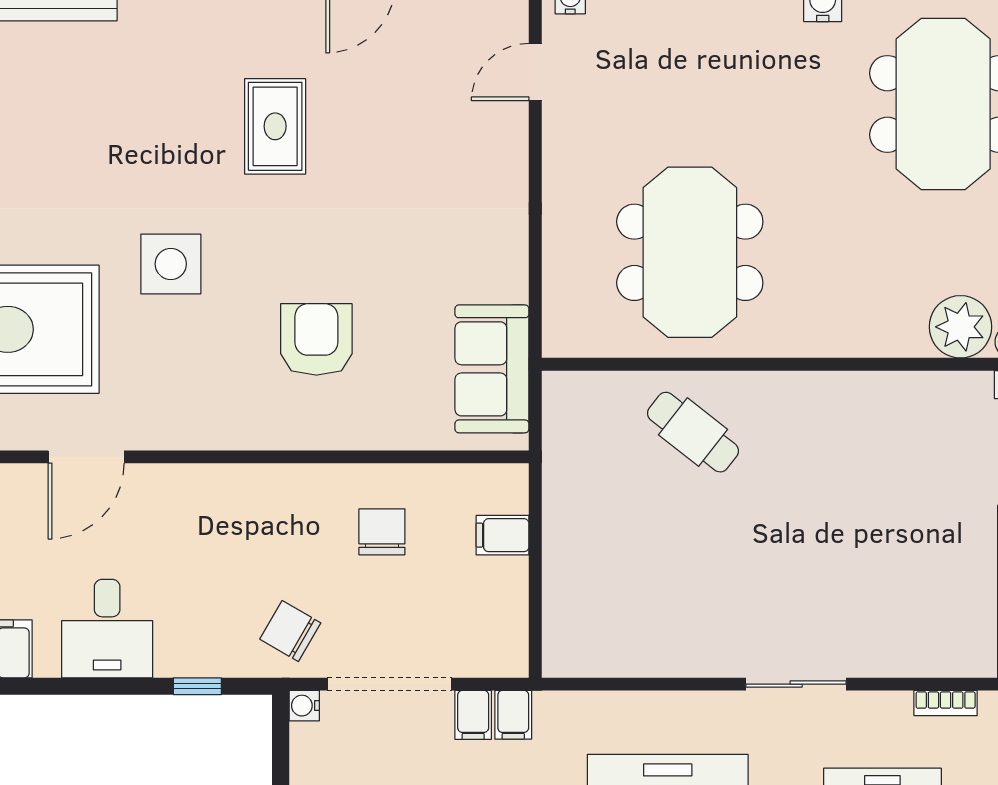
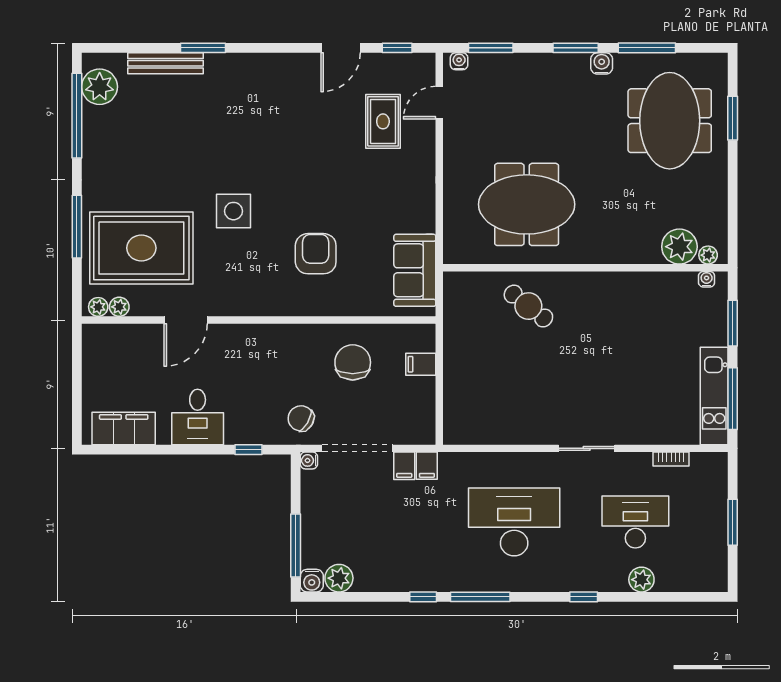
rug: (275, 126) -> (383, 121), moved
meeting table: (690, 252) -> (527, 204), turned 90
chair: (382, 532) -> (353, 362), width x1.37, depth x1.37

